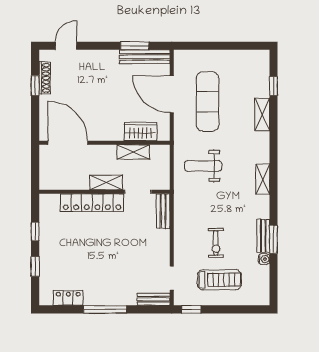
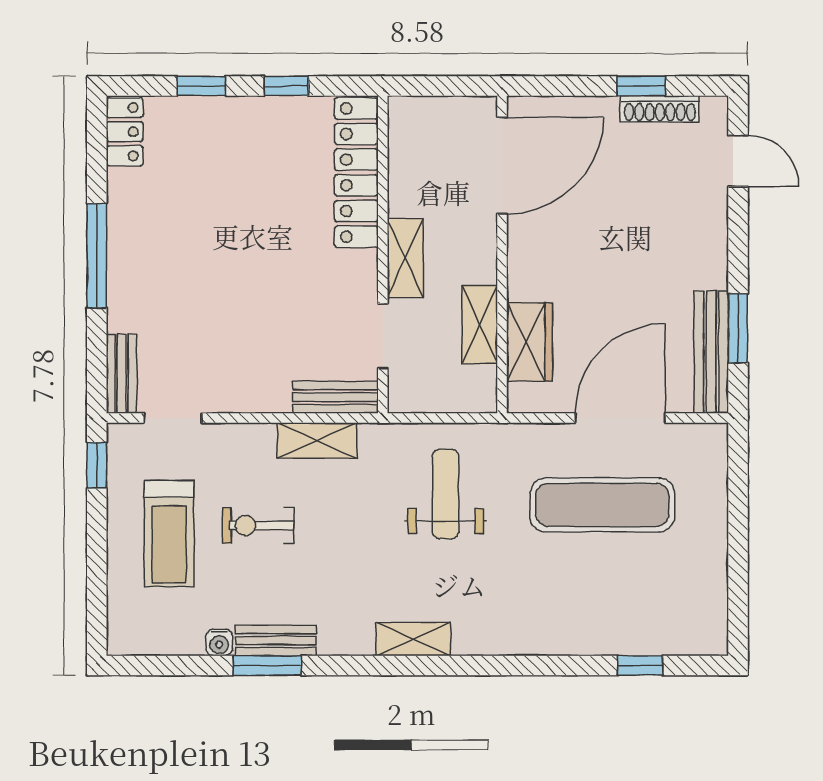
shelving: (262, 114) -> (317, 441), moved
locker: (92, 203) -> (356, 172), moved
locker: (68, 298) -> (125, 132), moved

